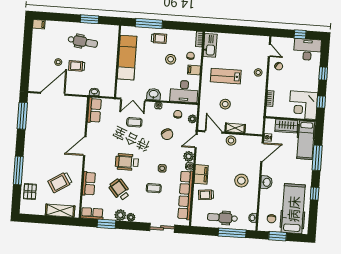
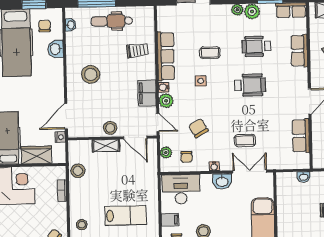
stool: (225, 104) -> (78, 171), moved
row of seats: (94, 110) -> (301, 136), moved
door: (196, 141) -> (158, 123), hinge flipped
filing cabinet: (201, 174) -> (147, 93), moved
washbasin: (266, 182) -> (56, 49), moved
wheelchair: (120, 190) -> (256, 46), turned 130
row of seats: (185, 195) -> (166, 56), width x0.73
dental chair: (222, 218) -> (112, 21), turned 180

